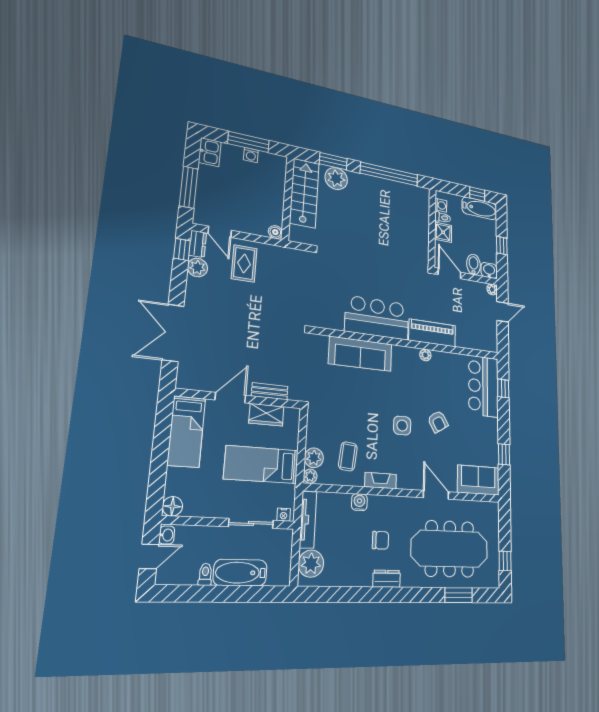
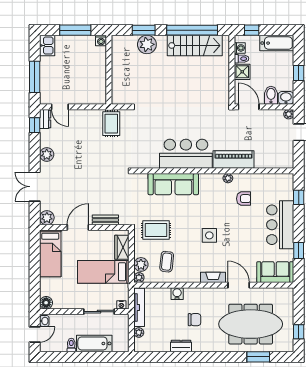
washing machine: (251, 155) -> (101, 40), moved
stairs: (304, 193) -> (195, 45), moved, turned 90
window: (477, 194) -> (252, 30), moved
boiler: (275, 232) -> (101, 99), removed
rug: (244, 263) -> (111, 124), moved
plant: (197, 267) -> (47, 155), moved
double door: (173, 333) -> (35, 187), width x0.73
plant: (186, 379) -> (47, 218), added
bar counter: (484, 386) -> (280, 225), moved
rug: (336, 412) -> (156, 230), added
wardrobe: (266, 415) -> (122, 247), moved, turned 90
armchair: (438, 422) -> (244, 199), moved, turned -59
fireplace: (380, 481) -> (213, 277), moved
plant: (311, 564) -> (139, 333), width x0.53, depth x0.53
dresser: (387, 579) -> (181, 346), moved

